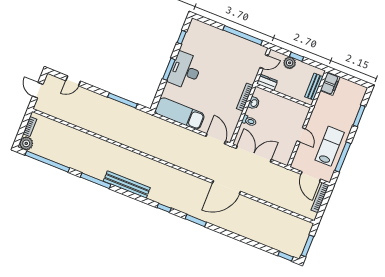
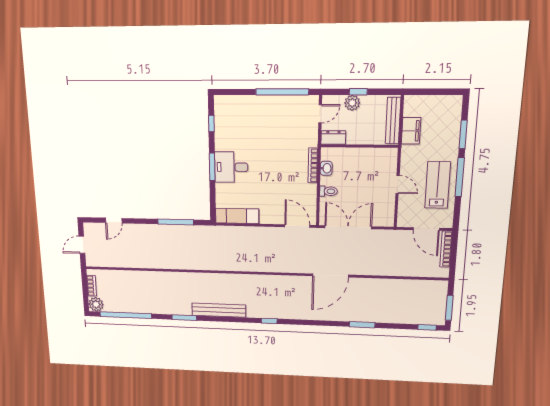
desk: (185, 71) -> (231, 167), width x0.73
filing cabinet: (330, 84) -> (411, 131), moved
bench: (314, 87) -> (393, 120), width x1.36
door: (38, 90) -> (82, 245), hinge flipped
exam couch: (180, 114) -> (237, 216), width x0.73, depth x0.69
window: (343, 157) -> (460, 177), moved
window: (96, 181) -> (184, 318), width x0.69
window: (196, 220) -> (362, 325), moved

